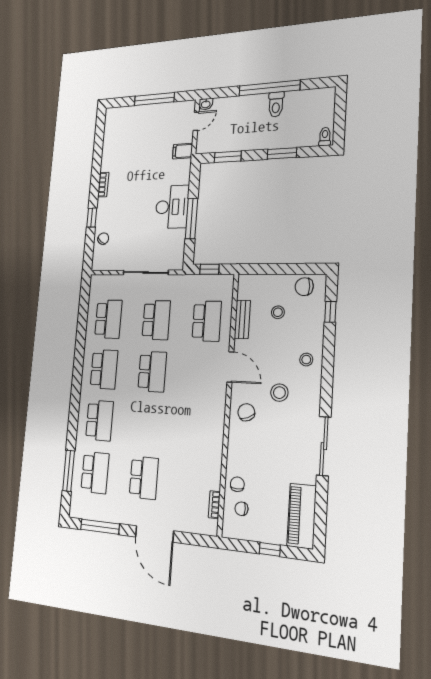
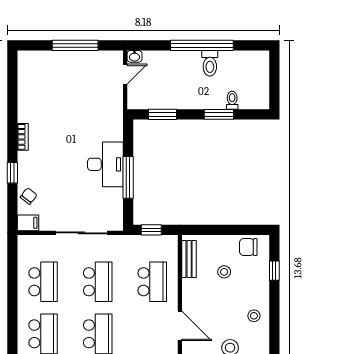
toilet: (325, 137) -> (232, 100), moved
filing cabinet: (183, 151) -> (28, 223), moved, turned 180
bench: (242, 319) -> (189, 259), moved

